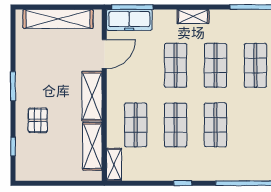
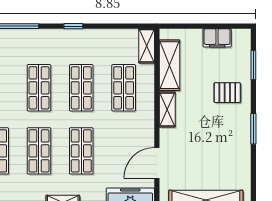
shelving: (92, 96) -> (167, 109), width x0.67, depth x0.75
pallet: (38, 120) -> (227, 93), turned 90
window: (13, 146) -> (253, 65), width x1.50
filing cabinet: (47, 172) -> (217, 38), added

